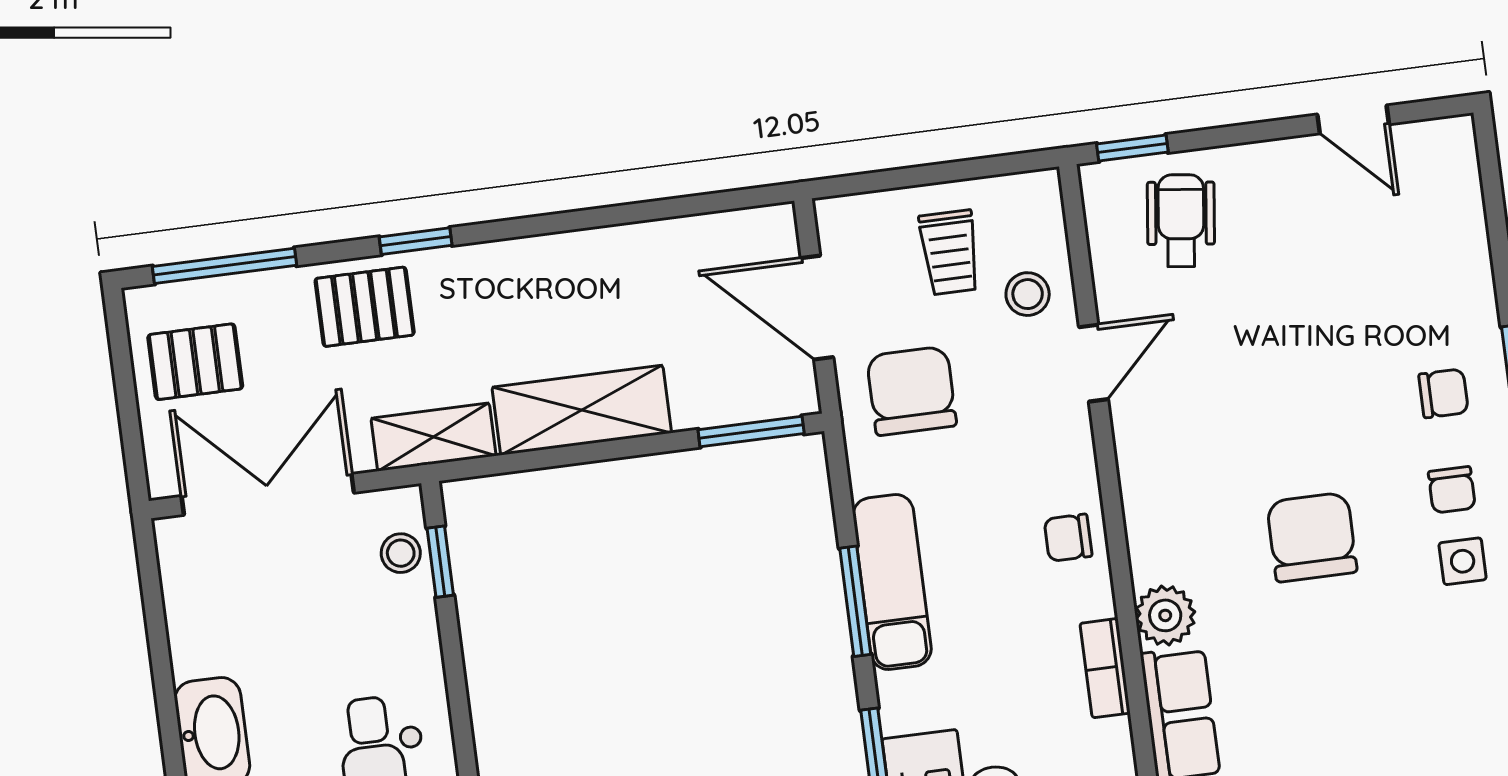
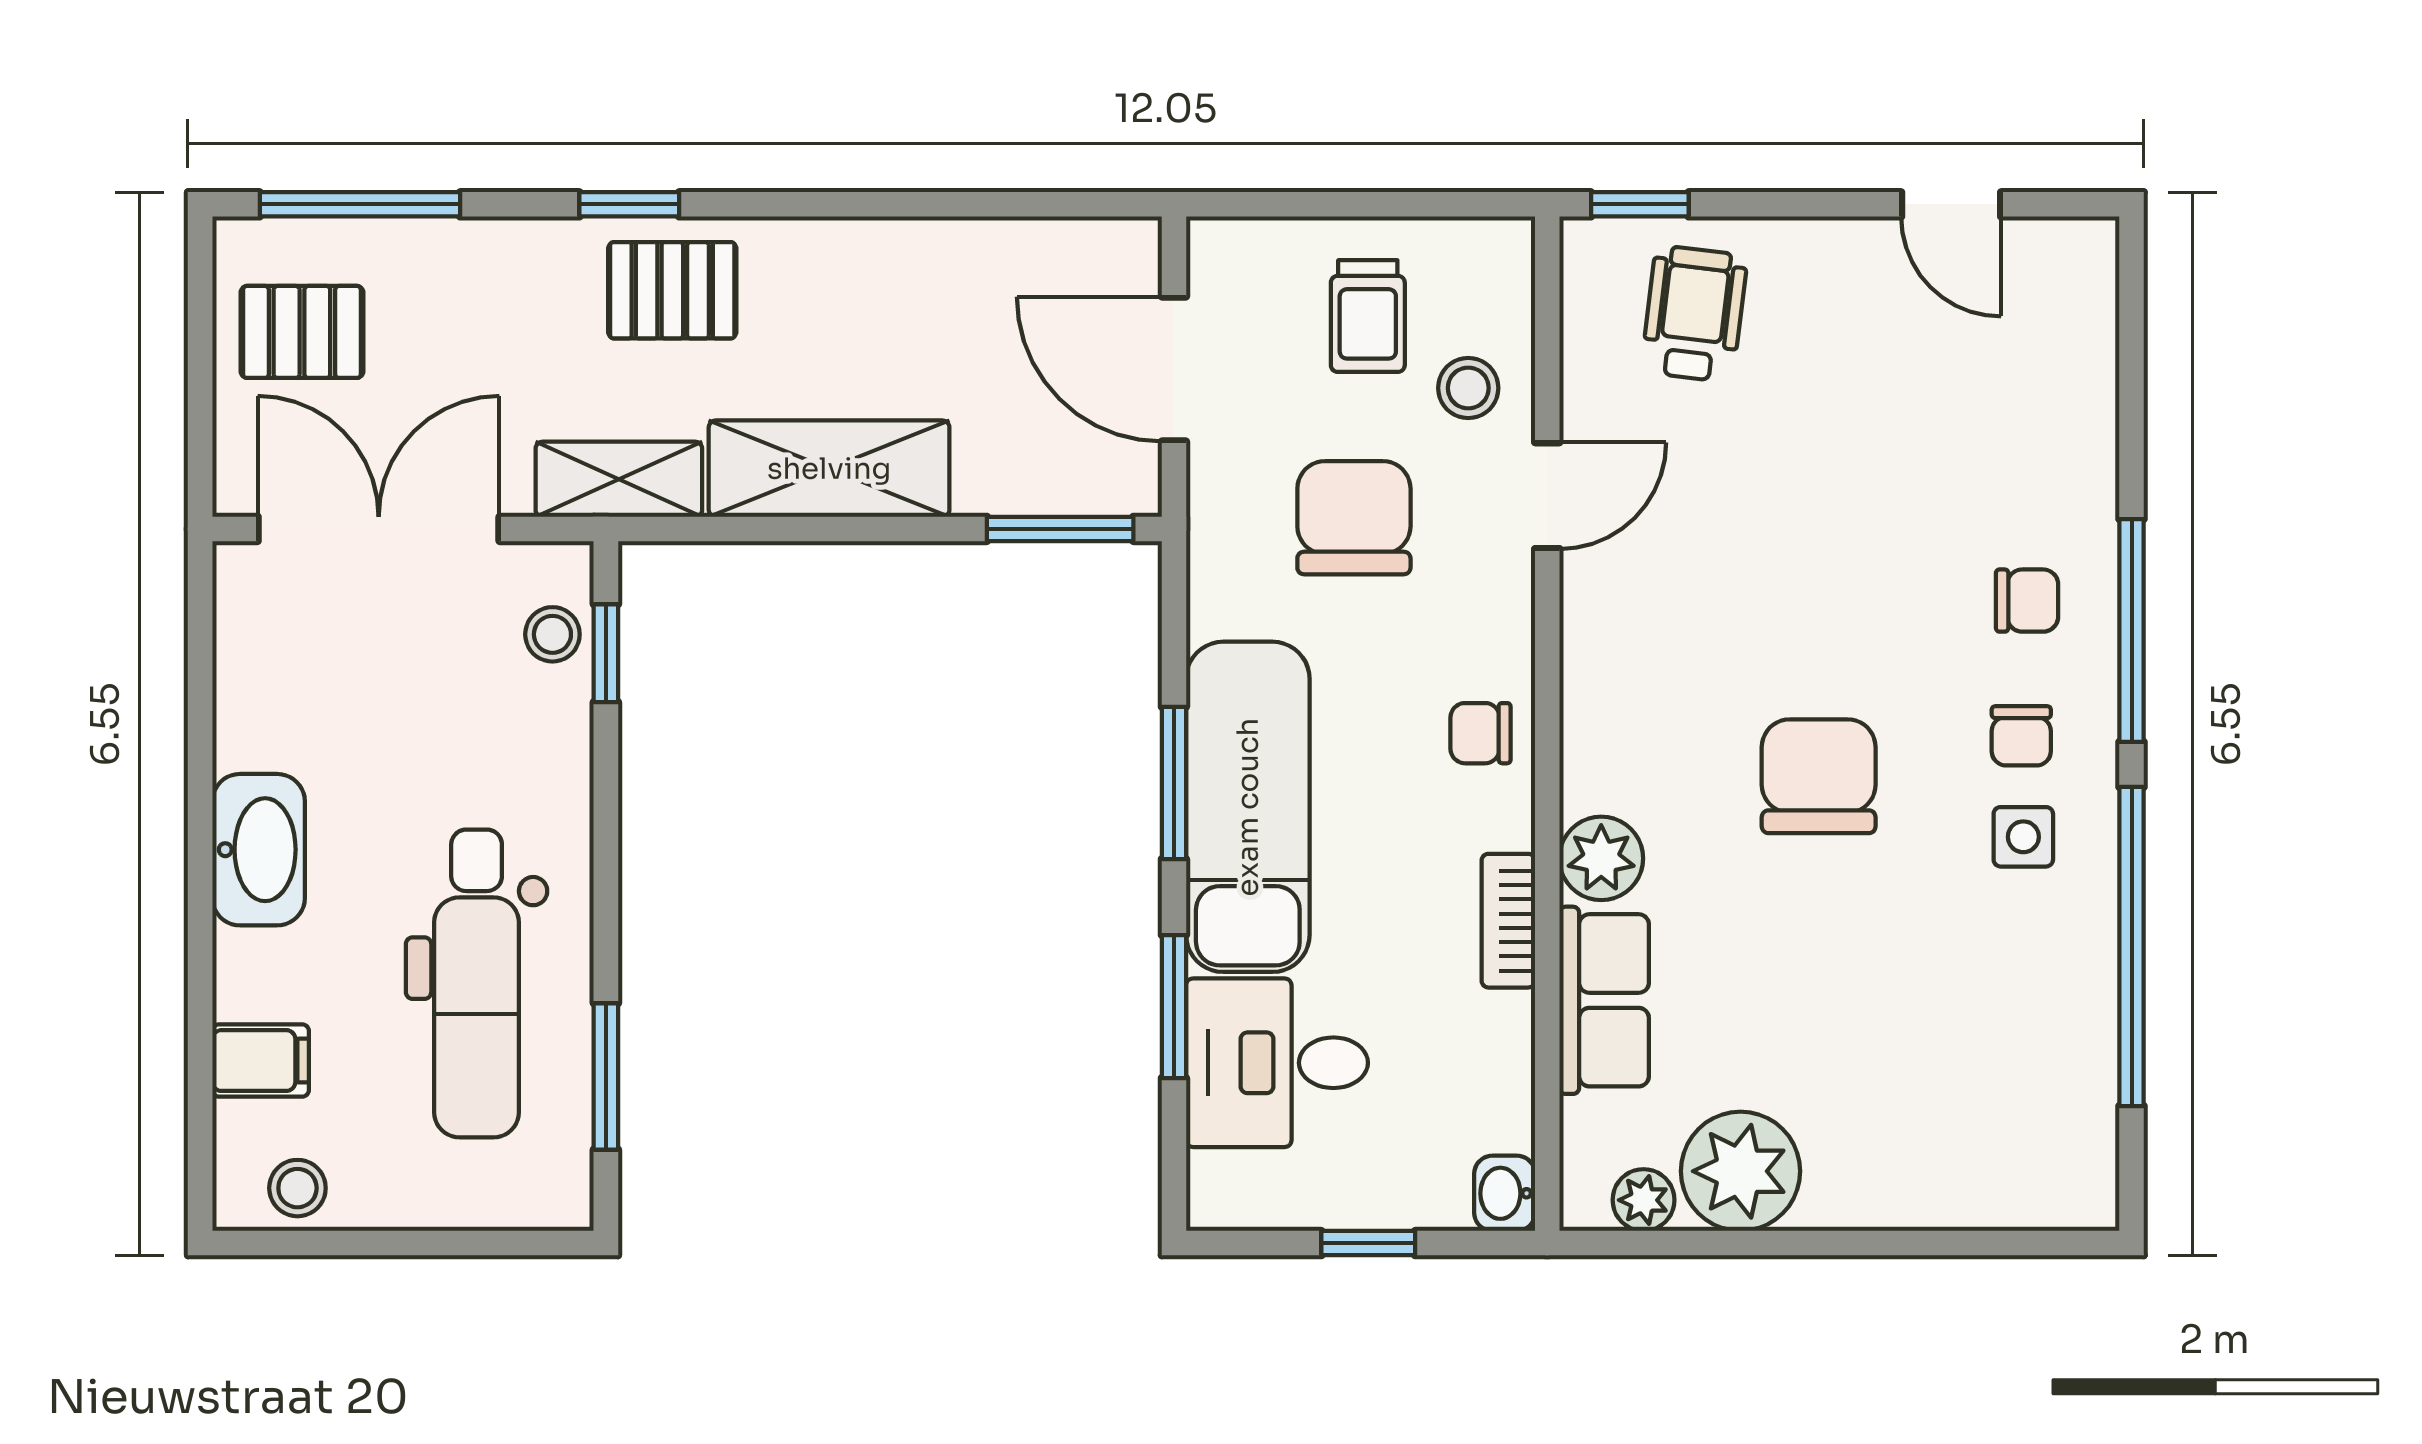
pallet: (365, 307) -> (672, 290), moved
chair: (912, 391) -> (1354, 518), moved
exam couch: (892, 582) -> (1248, 807), width x1.36, depth x1.45

